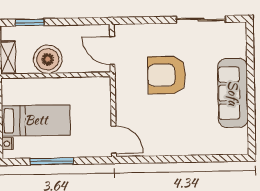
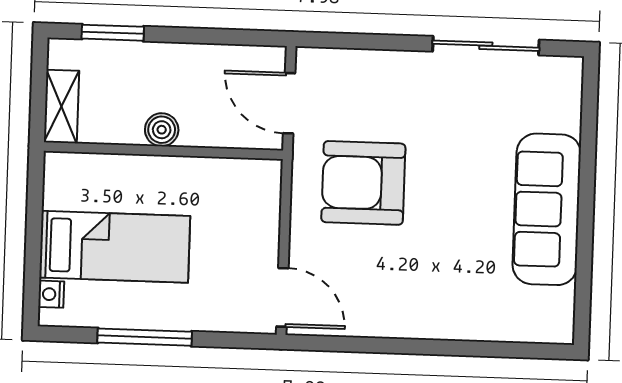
boiler: (48, 59) -> (162, 130), width x0.54, depth x0.54
armchair: (167, 75) -> (363, 183), moved

